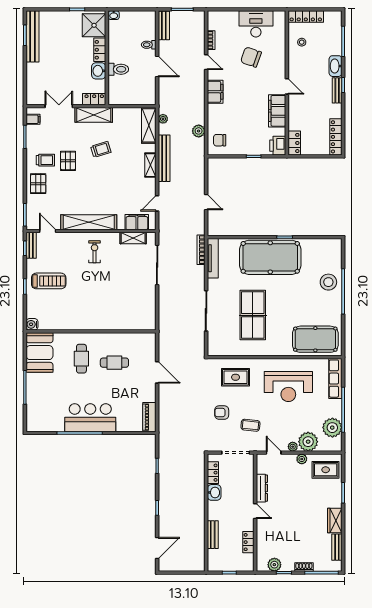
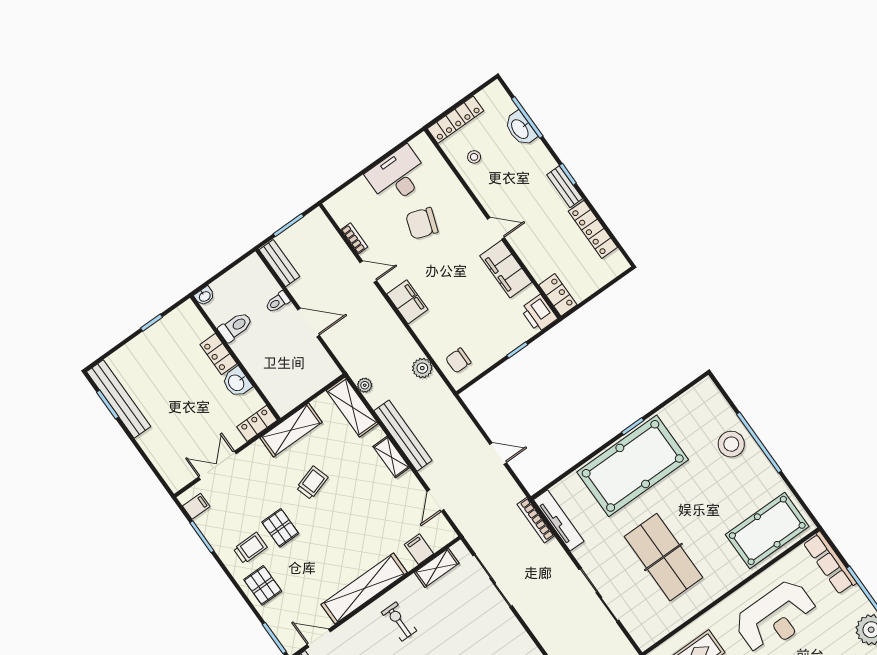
shower: (94, 25) -> (188, 328), removed
washbasin: (336, 66) -> (520, 129), moved
toilet: (118, 69) -> (235, 327), moved
shelving: (94, 115) -> (291, 430), moved
locker: (336, 137) -> (593, 229), moved
filing cabinet: (137, 222) -> (419, 549), width x0.50

